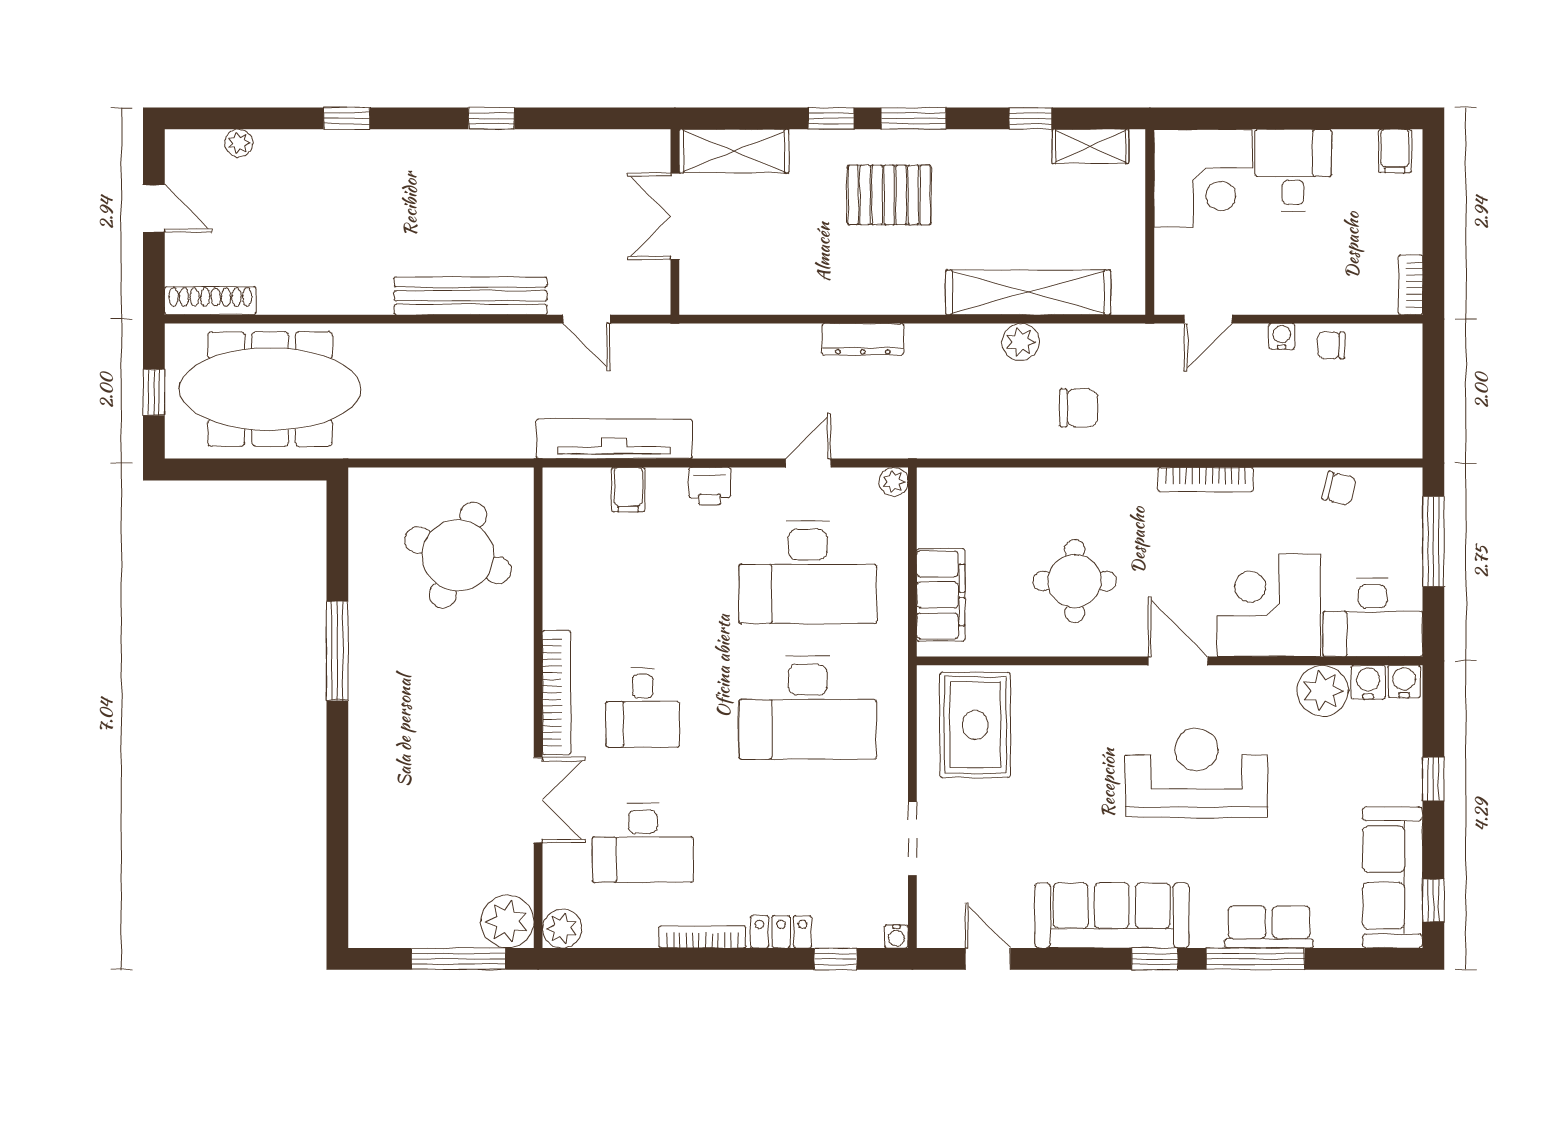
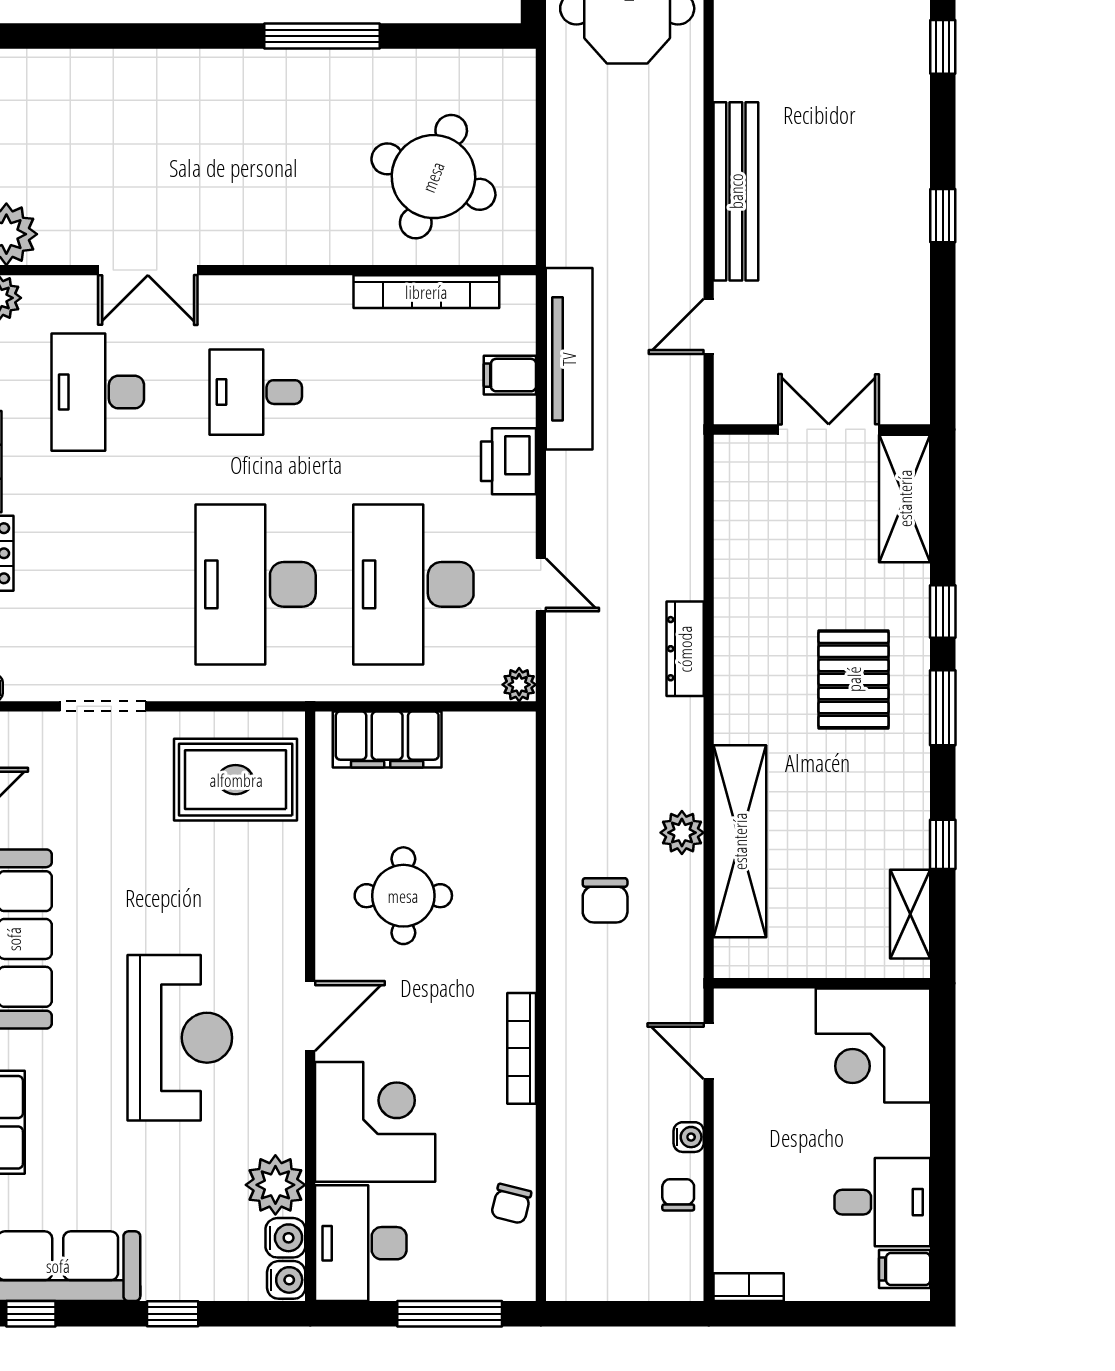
desk: (1293, 170) -> (882, 1202), moved
printer: (710, 486) -> (509, 461), width x1.36, depth x1.24
bookcase: (557, 692) -> (426, 292), moved

